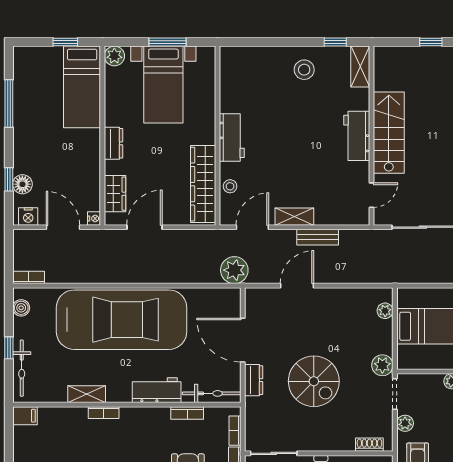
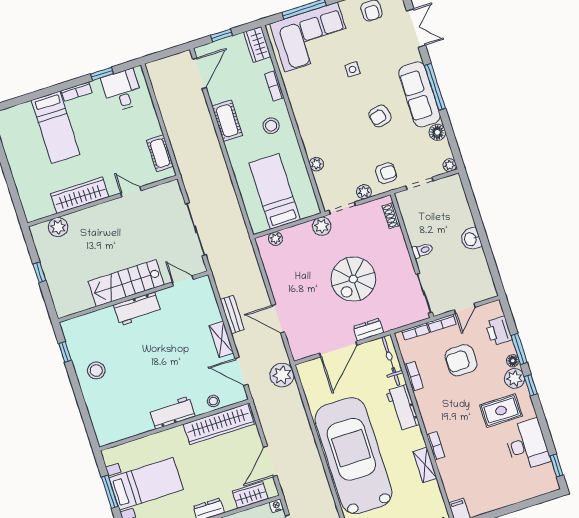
shelving: (360, 67) -> (79, 325), removed
door: (144, 227) -> (270, 461), hinge flipped
spiral stairs: (314, 381) -> (353, 279), turned 180

